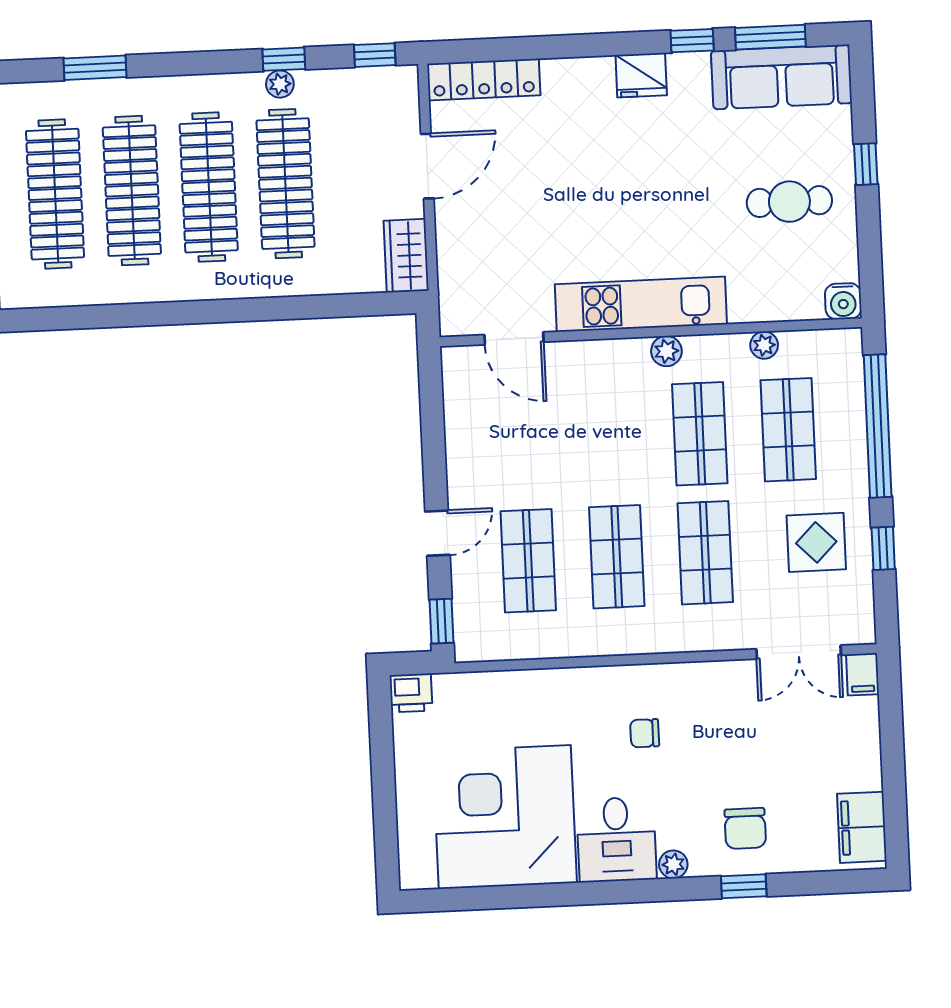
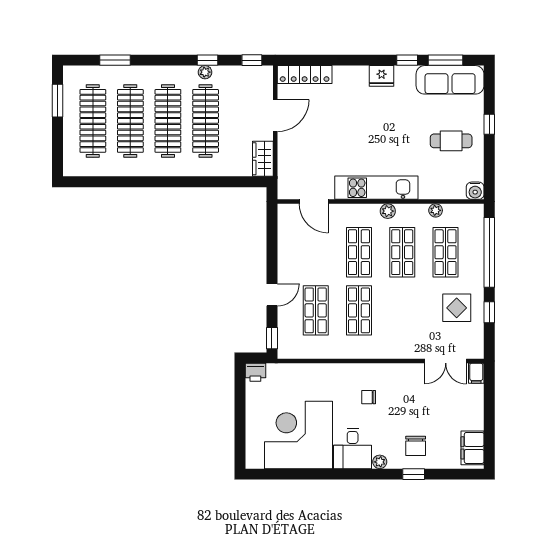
shop shelf: (705, 553) -> (359, 252), moved

